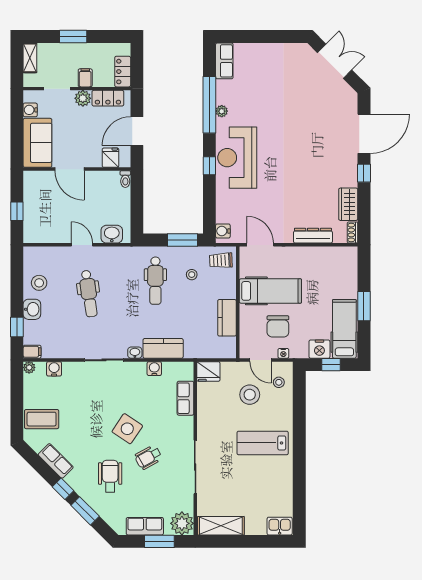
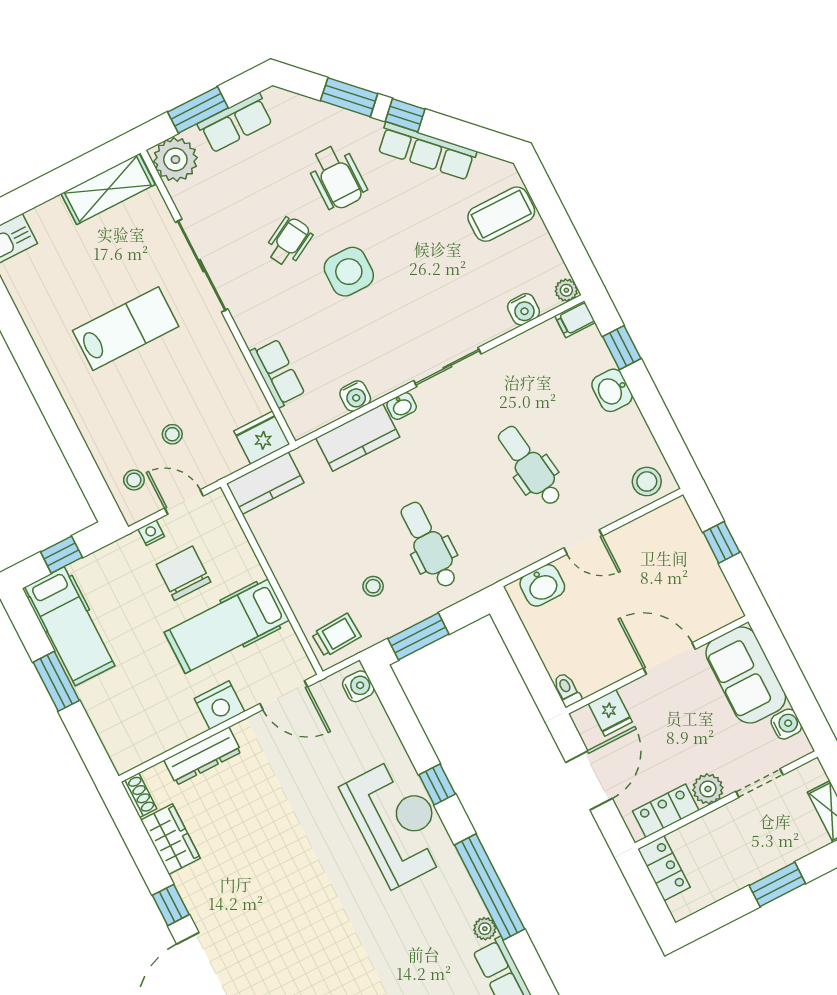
filing cabinet: (85, 78) -> (721, 825), removed
plant: (222, 111) -> (485, 929), moved
stool: (39, 283) -> (647, 481), moved
kitchen counter: (227, 318) -> (265, 483), moved, turned 90
nightstand: (319, 349) -> (219, 705), moved, turned 180
stool: (250, 395) -> (172, 434), width x0.53, depth x0.53
side table: (127, 429) -> (349, 272), turned -34
lab bench: (263, 443) -> (126, 329), moved
row of seats: (56, 461) -> (427, 151), width x1.48

